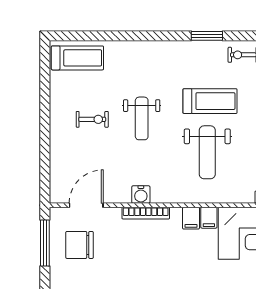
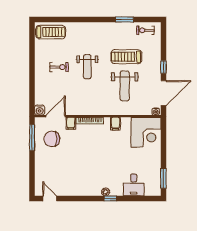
treadmill: (210, 101) -> (126, 57), turned 180
water cooler: (141, 195) -> (40, 110), moved
filing cabinet: (209, 218) -> (71, 123), moved

